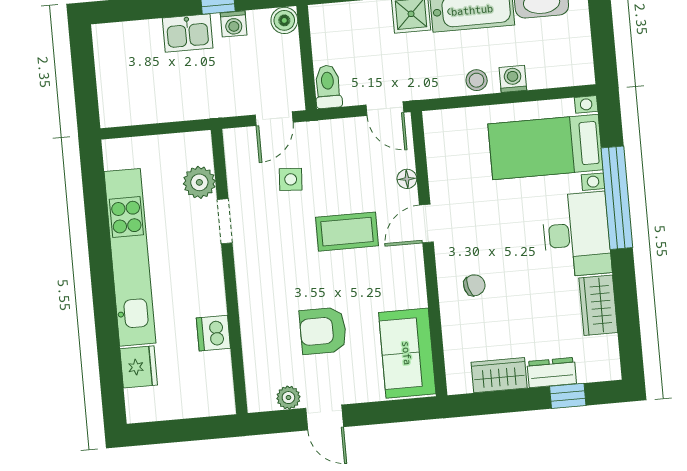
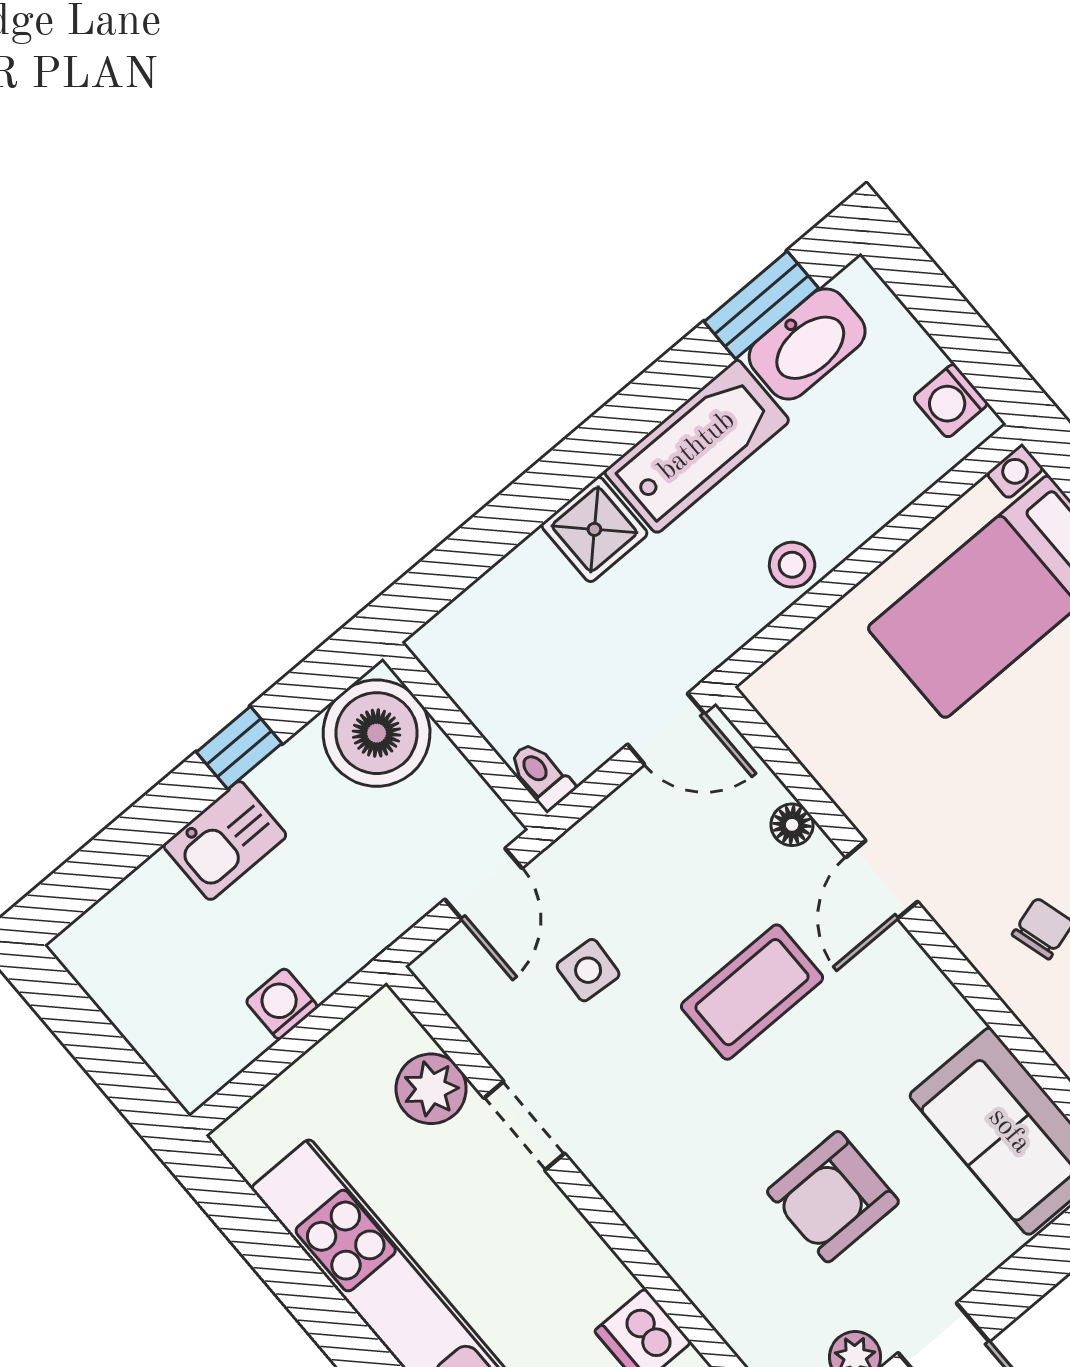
boiler: (284, 20) -> (377, 733), width x1.86, depth x1.86
washing machine: (234, 24) -> (282, 1004), moved, turned 180
washing machine: (513, 79) -> (951, 401), moved, turned -90
toilet: (328, 87) -> (541, 775), width x0.73, depth x0.72

